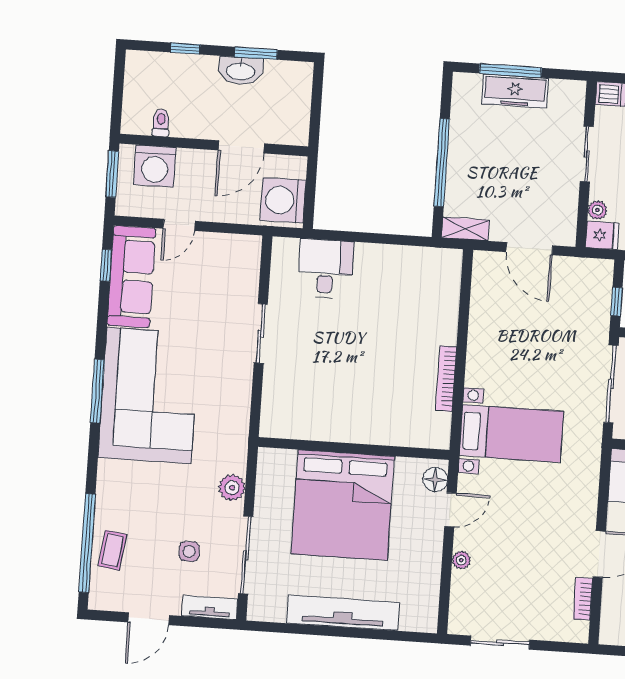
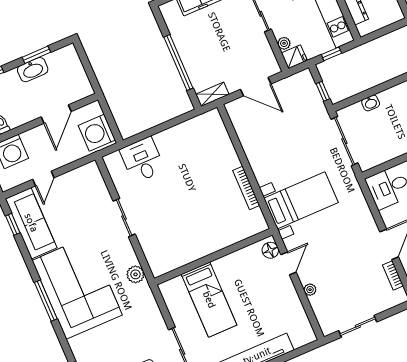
plant: (232, 488) -> (135, 274), moved
bed: (343, 505) -> (209, 300), width x0.49

